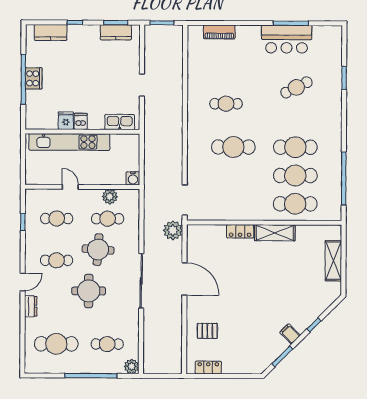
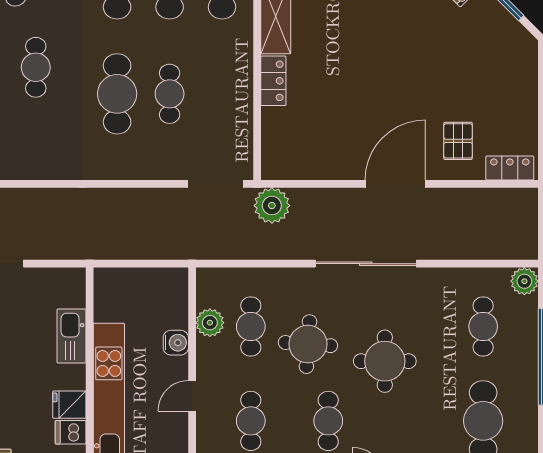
cafe table: (226, 104) -> (36, 67), moved
dishwasher: (81, 121) -> (71, 432), moved
kitchen sink: (120, 122) -> (72, 336), moved
cafe table: (233, 175) -> (170, 94), added
water cooler: (133, 178) -> (176, 343), moved
door: (184, 279) -> (395, 184), moved
locker: (208, 368) -> (510, 168), moved, turned 90

